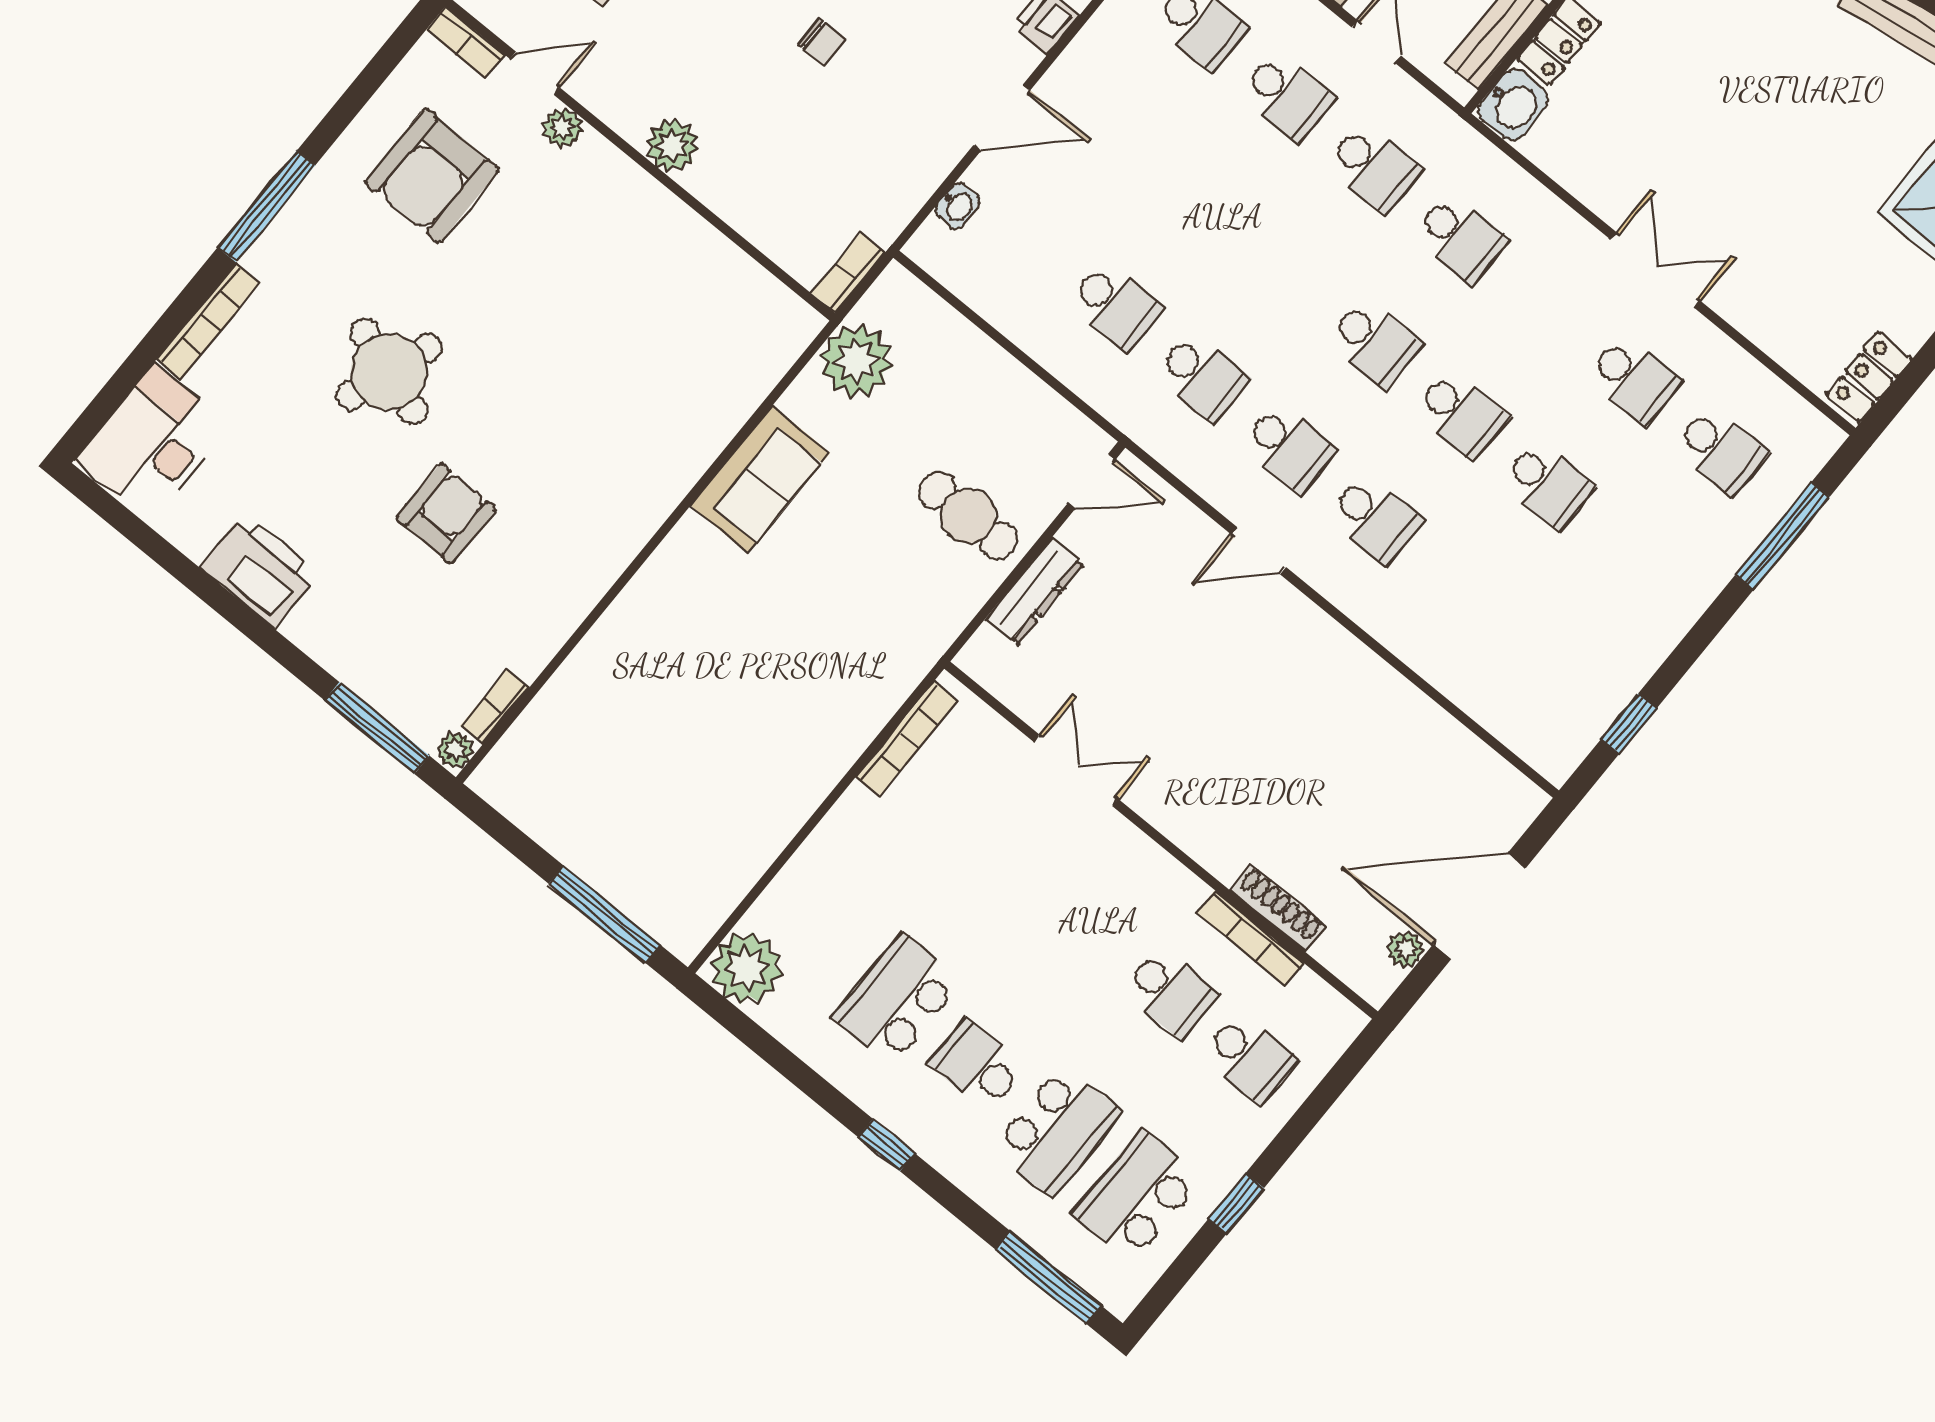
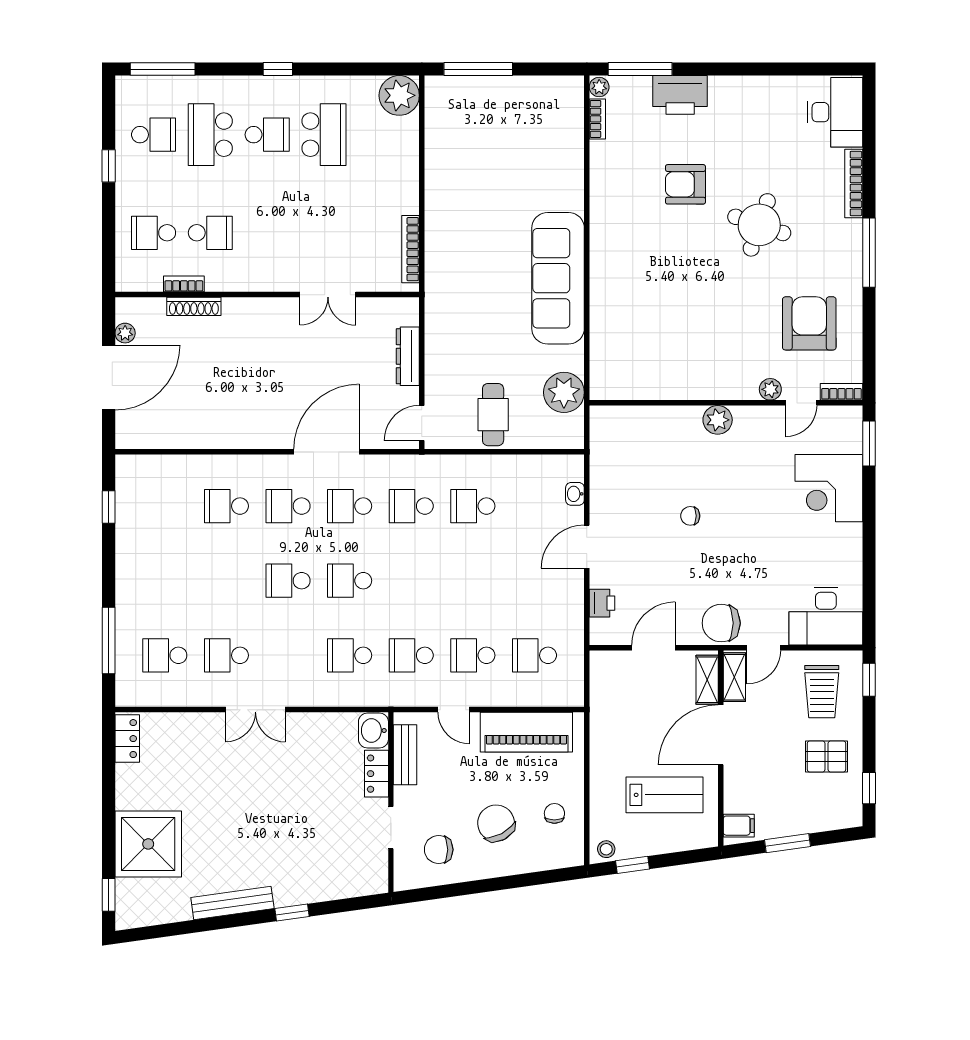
bookcase: (848, 273) -> (598, 427), removed
sofa: (760, 479) -> (558, 278), width x1.85, depth x1.27
school desk: (1548, 485) -> (226, 506), moved
armchair: (446, 514) -> (685, 184), turned 90
cafe table: (968, 516) -> (493, 415), moved, turned 90
door: (1259, 551) -> (326, 452), width x1.88
printer: (259, 571) -> (680, 95), moved
bookcase: (1250, 938) -> (184, 284), width x0.64
school desk: (1170, 992) -> (210, 233), turned 180
school desk: (1137, 1196) -> (154, 135), width x0.54

